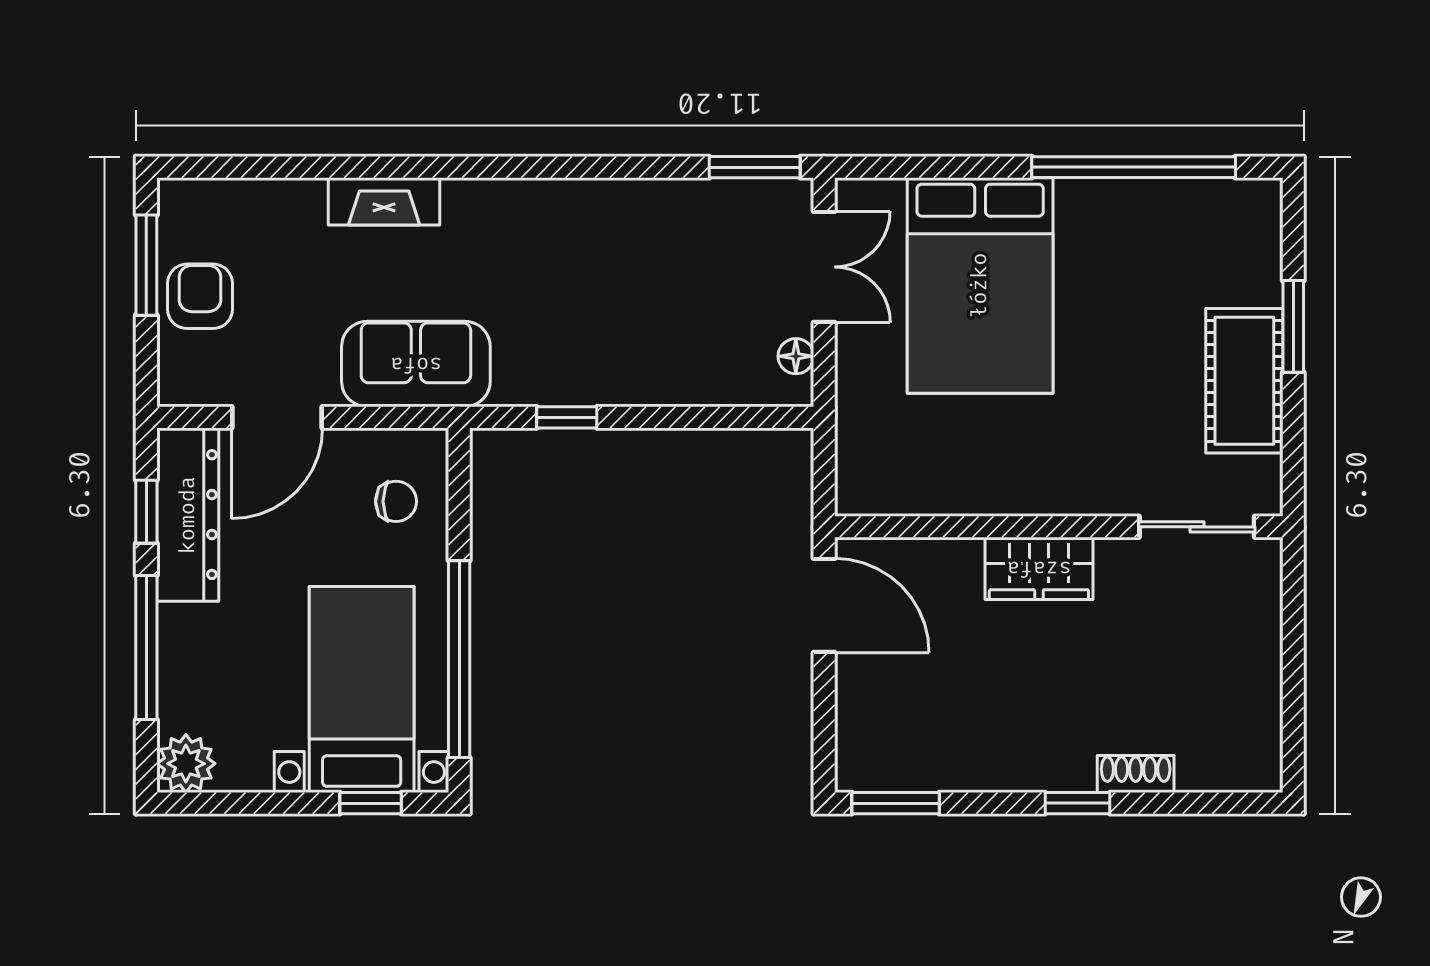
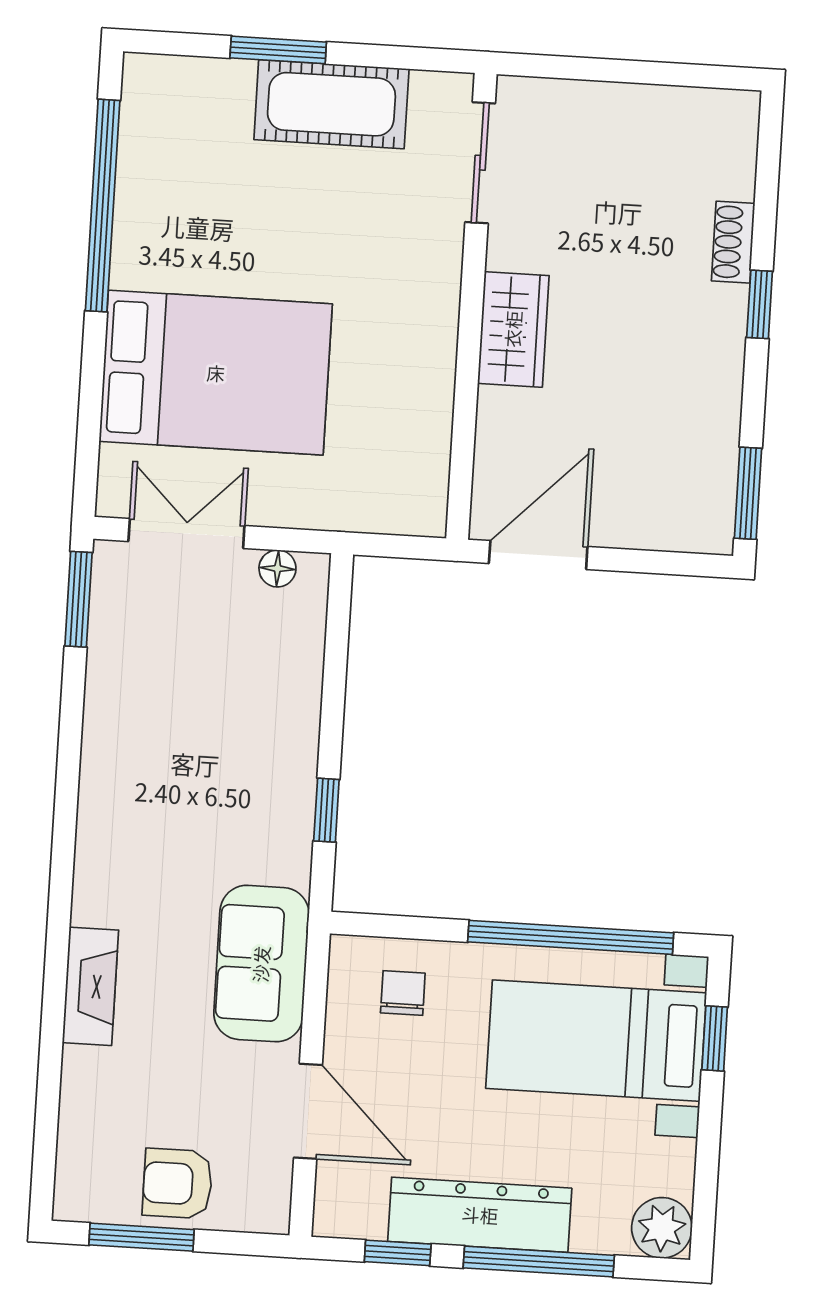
dresser: (188, 515) -> (480, 1215), moved

